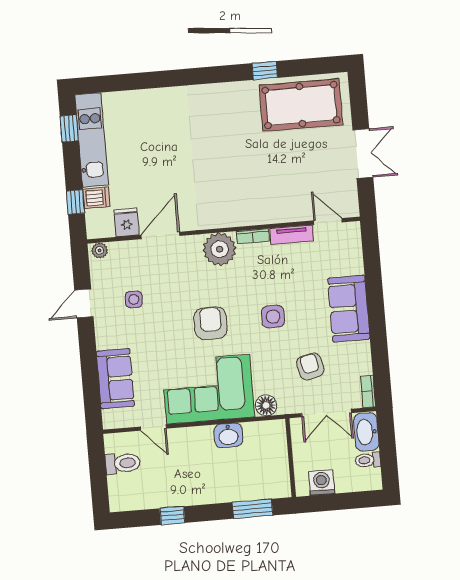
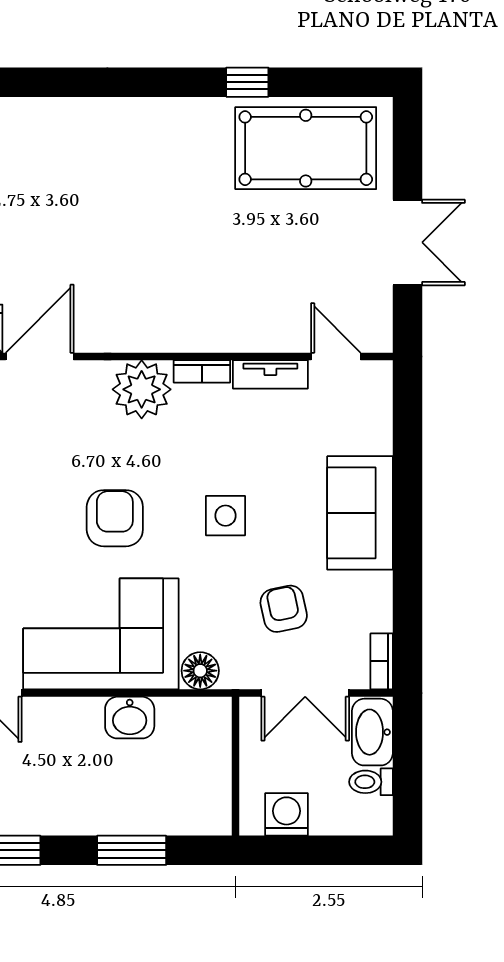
window: (253, 509) -> (132, 850), moved

